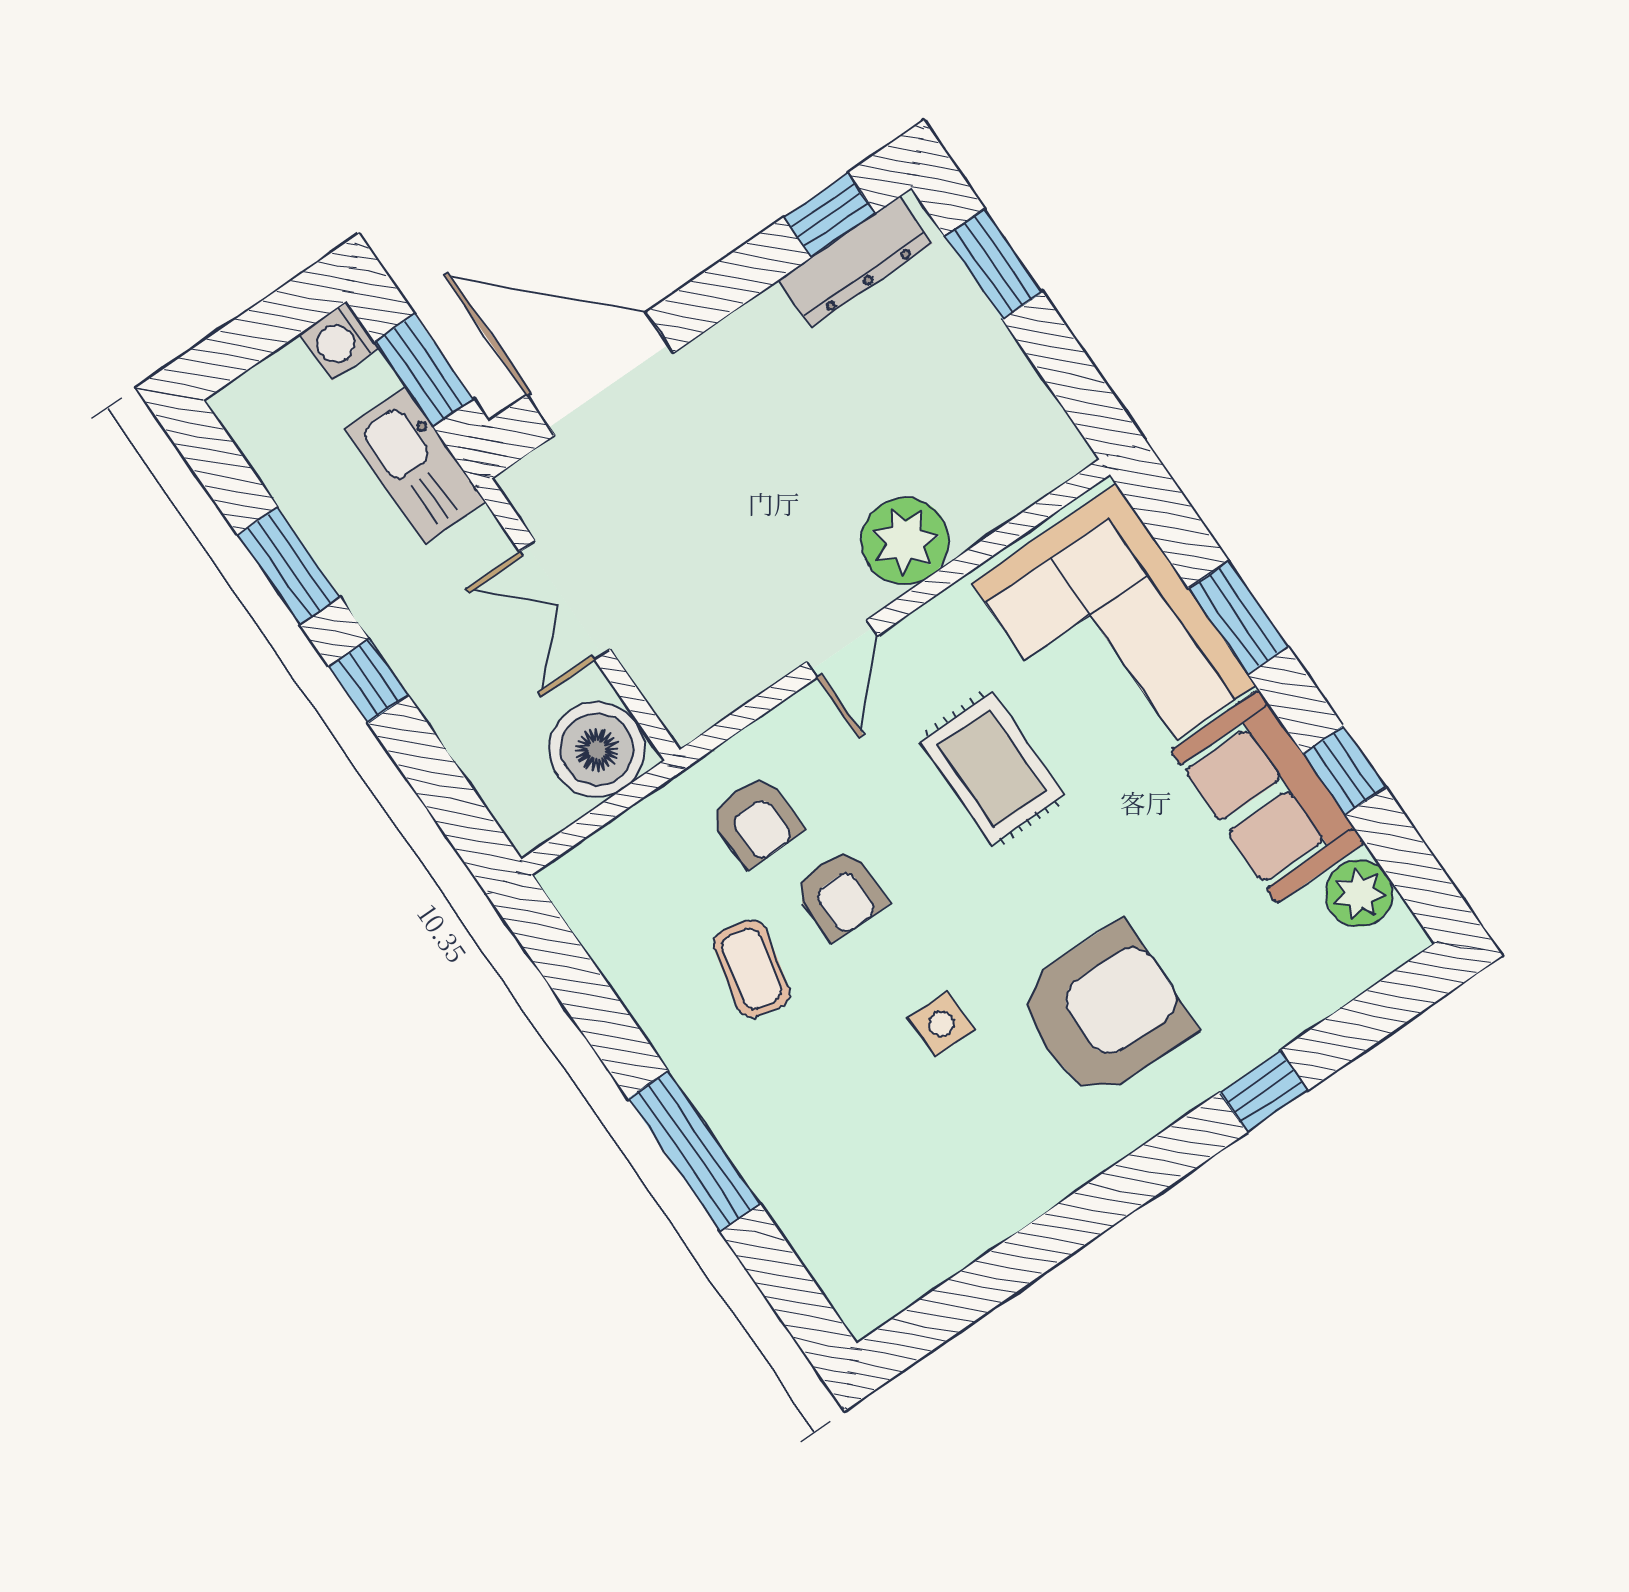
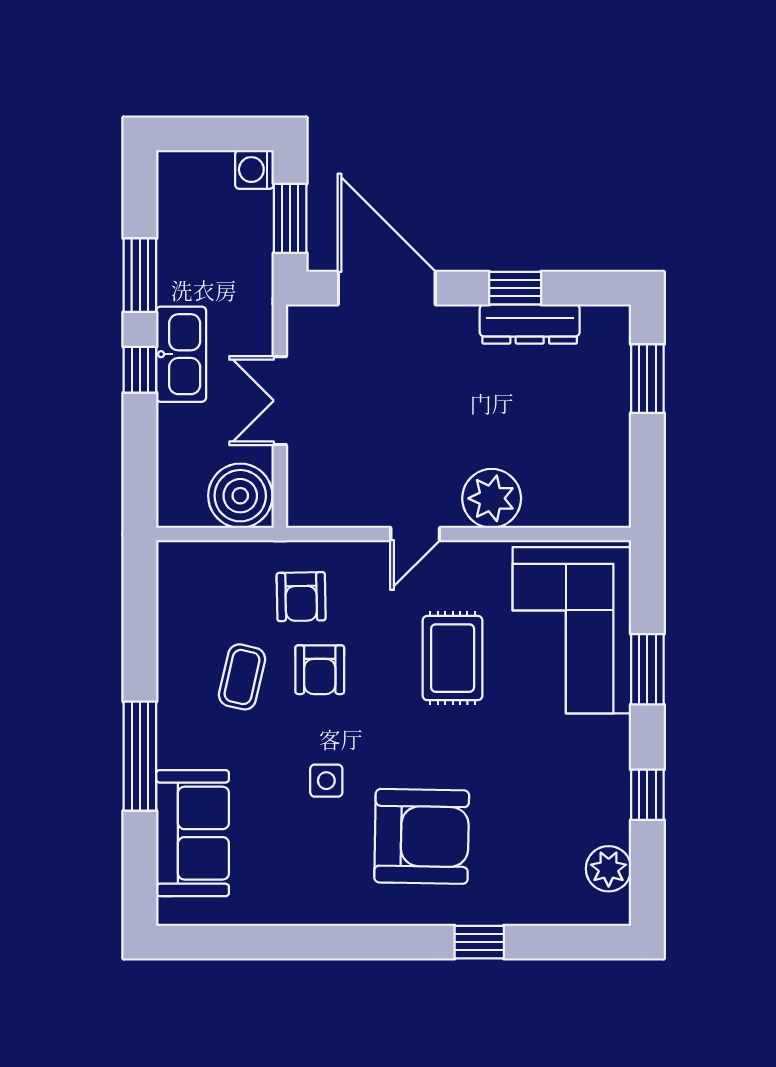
window: (830, 215) -> (515, 288), moved
dresser: (855, 262) -> (530, 324), moved
kitchen sink: (415, 465) -> (181, 354), moved, turned 180
sofa: (1267, 797) -> (193, 833), moved, turned 180

